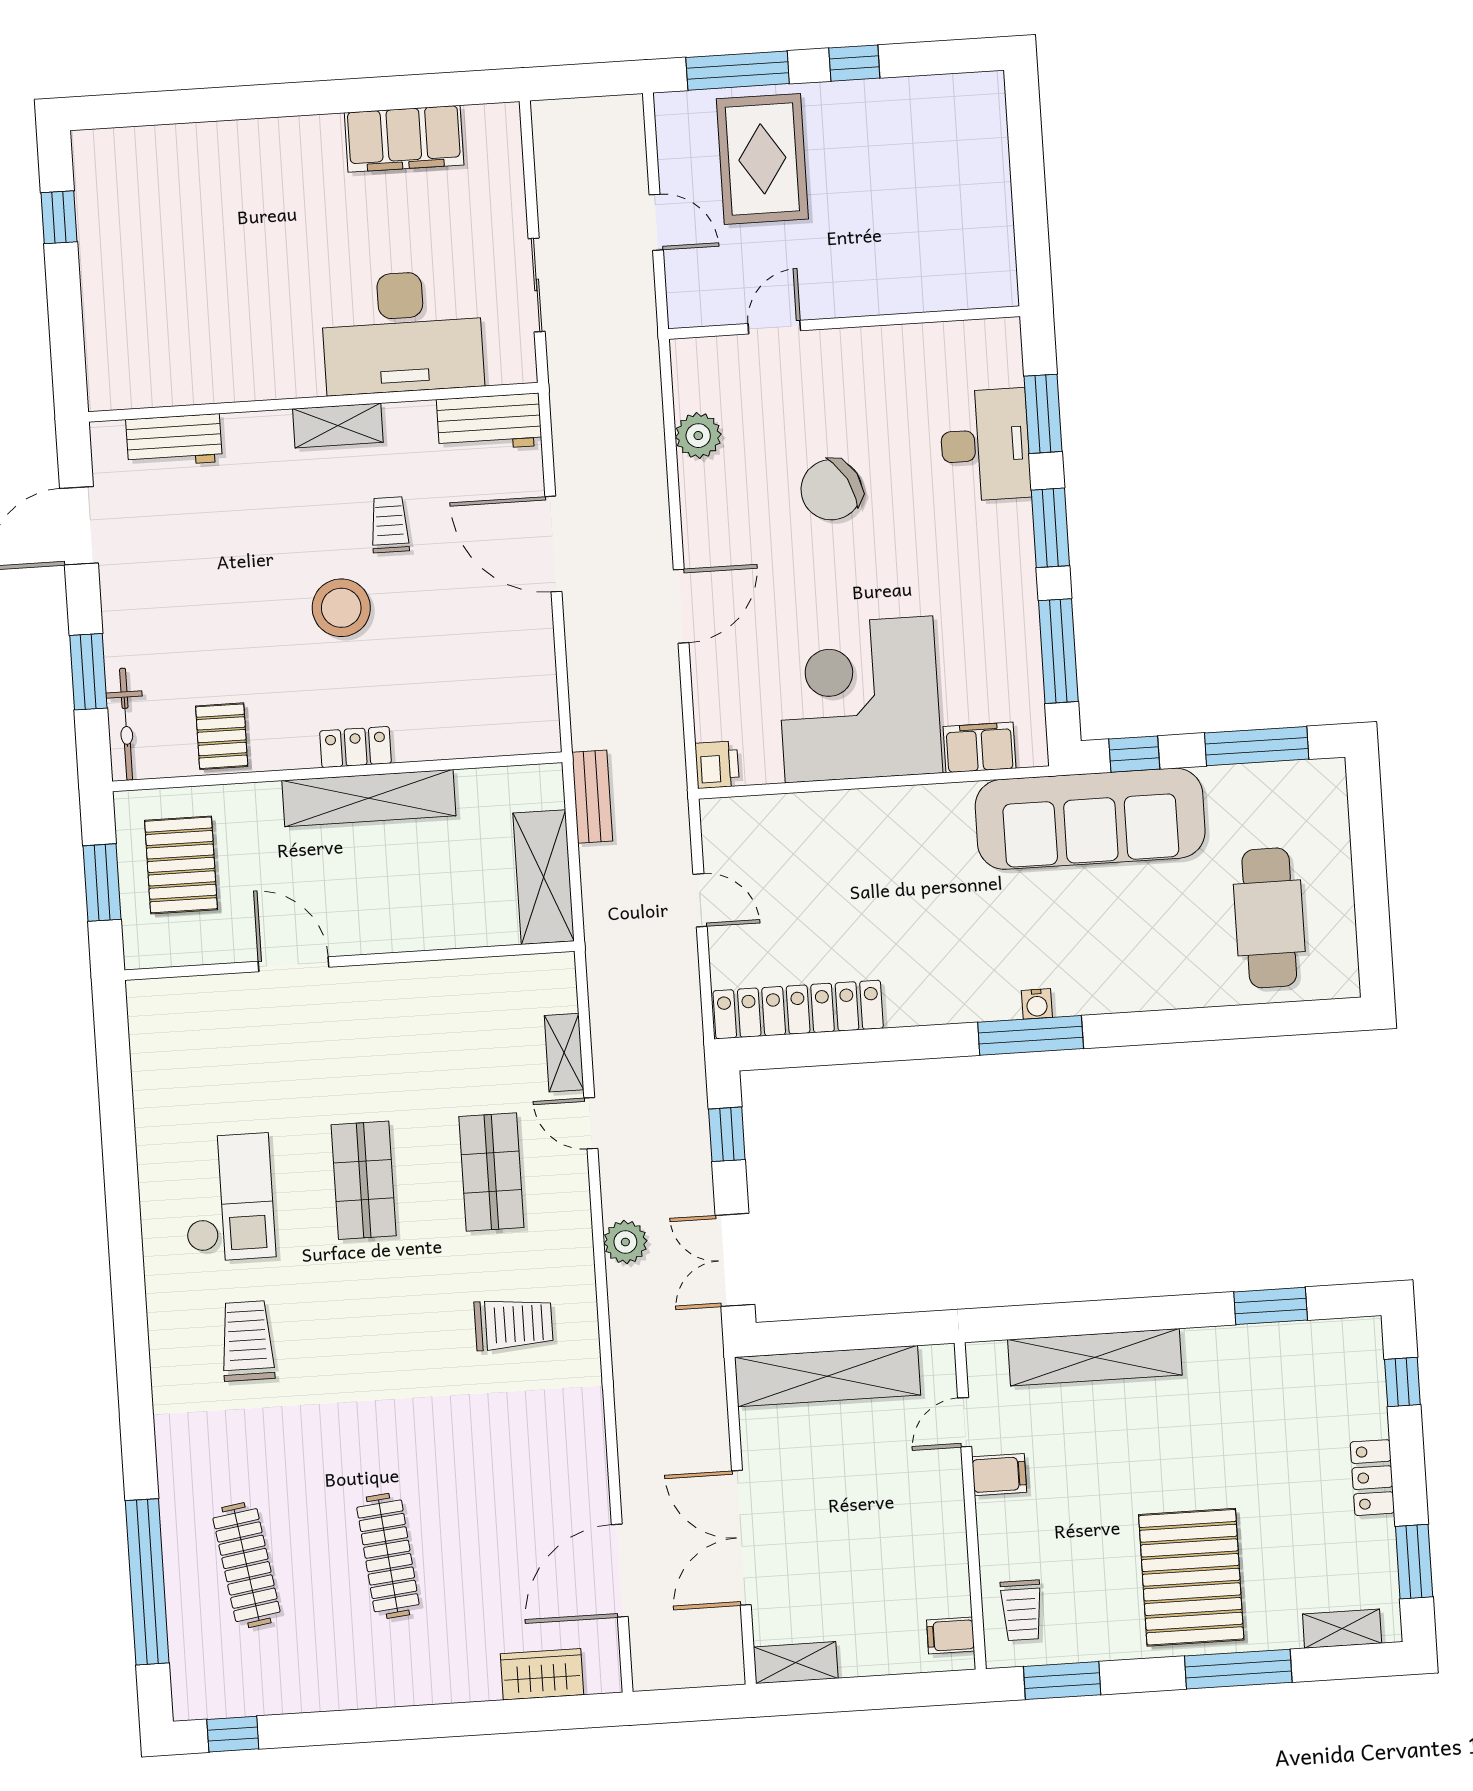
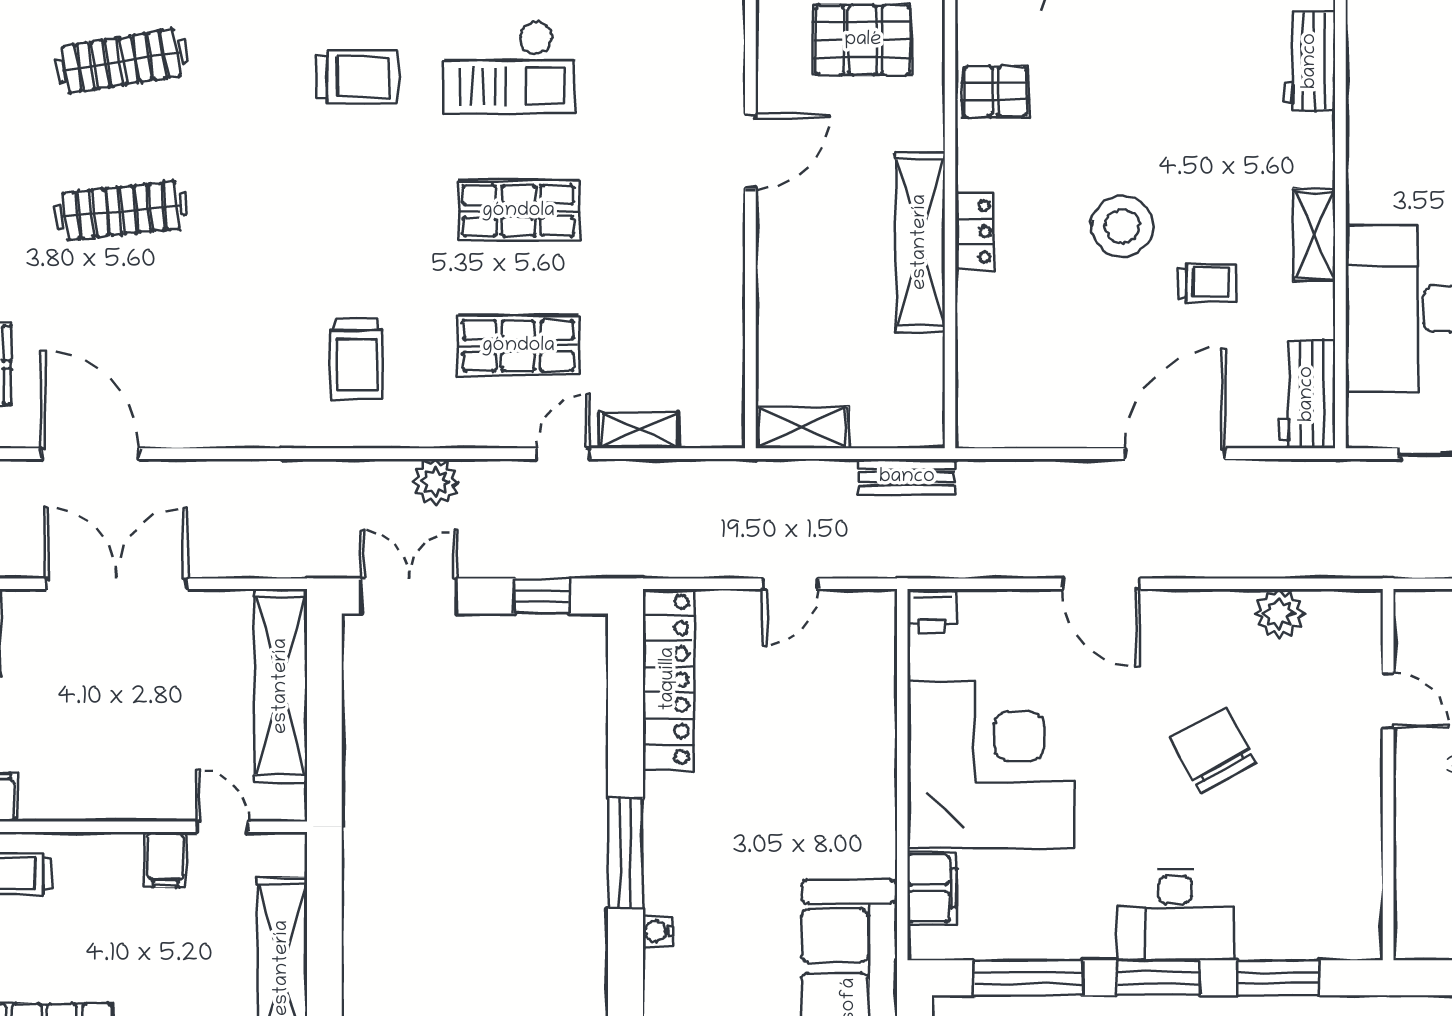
desk: (985, 445) -> (1175, 915), moved
shelving: (544, 877) -> (802, 428), width x0.67, depth x0.75
window: (1031, 1035) -> (625, 853), moved

